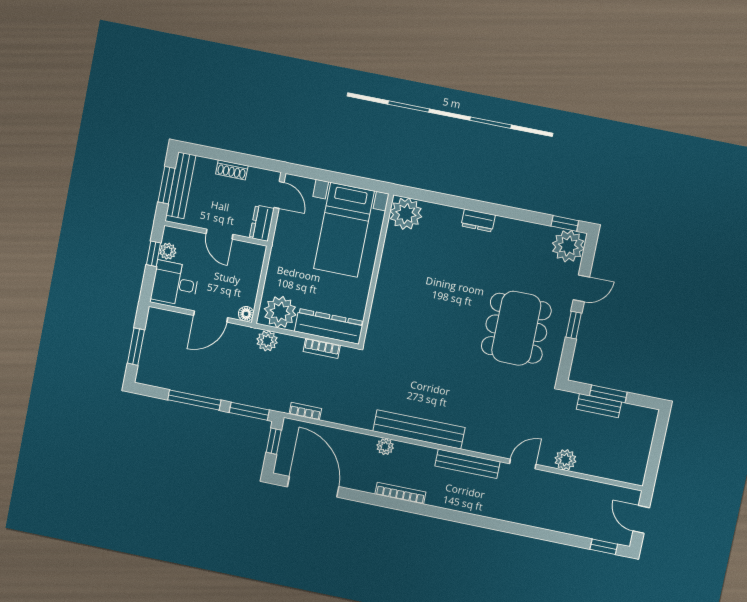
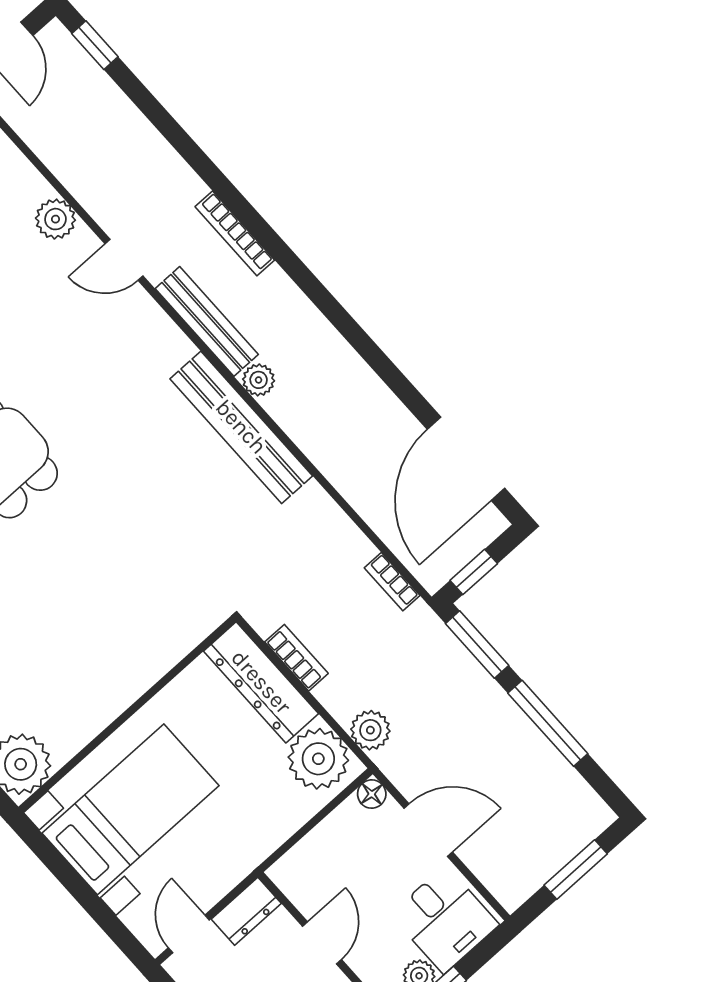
plant: (385, 447) -> (259, 380), moved
bookcase: (400, 493) -> (235, 233), moved

